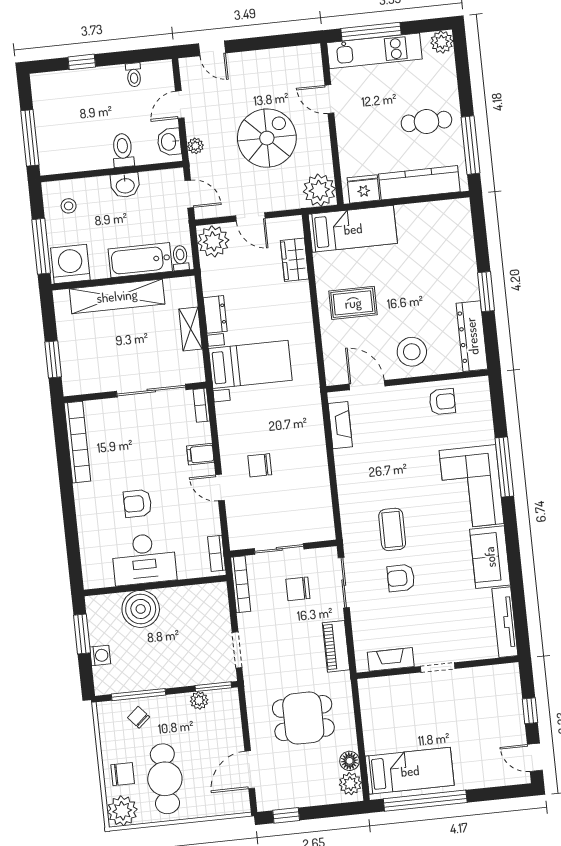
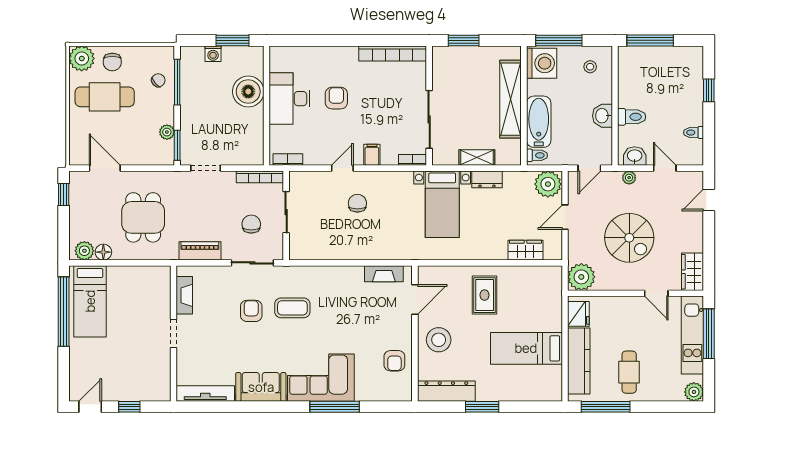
wardrobe: (299, 59) -> (693, 272), added
door: (329, 99) -> (656, 293), swing flipped
bed: (353, 229) -> (526, 348), moved, turned 90

